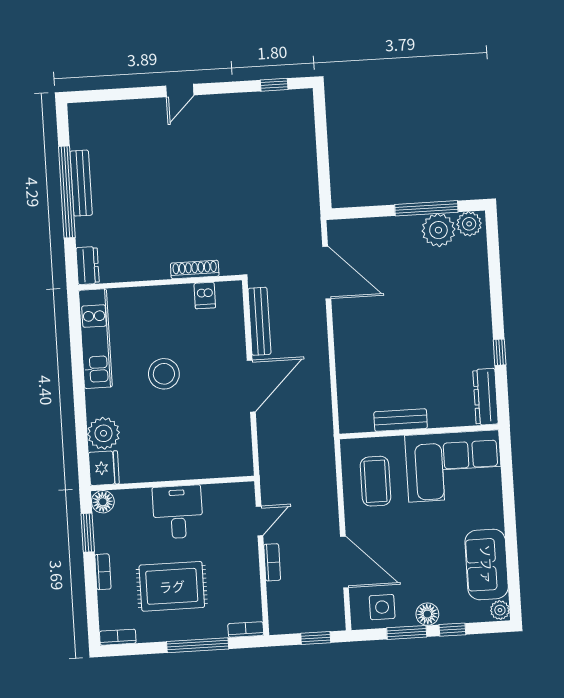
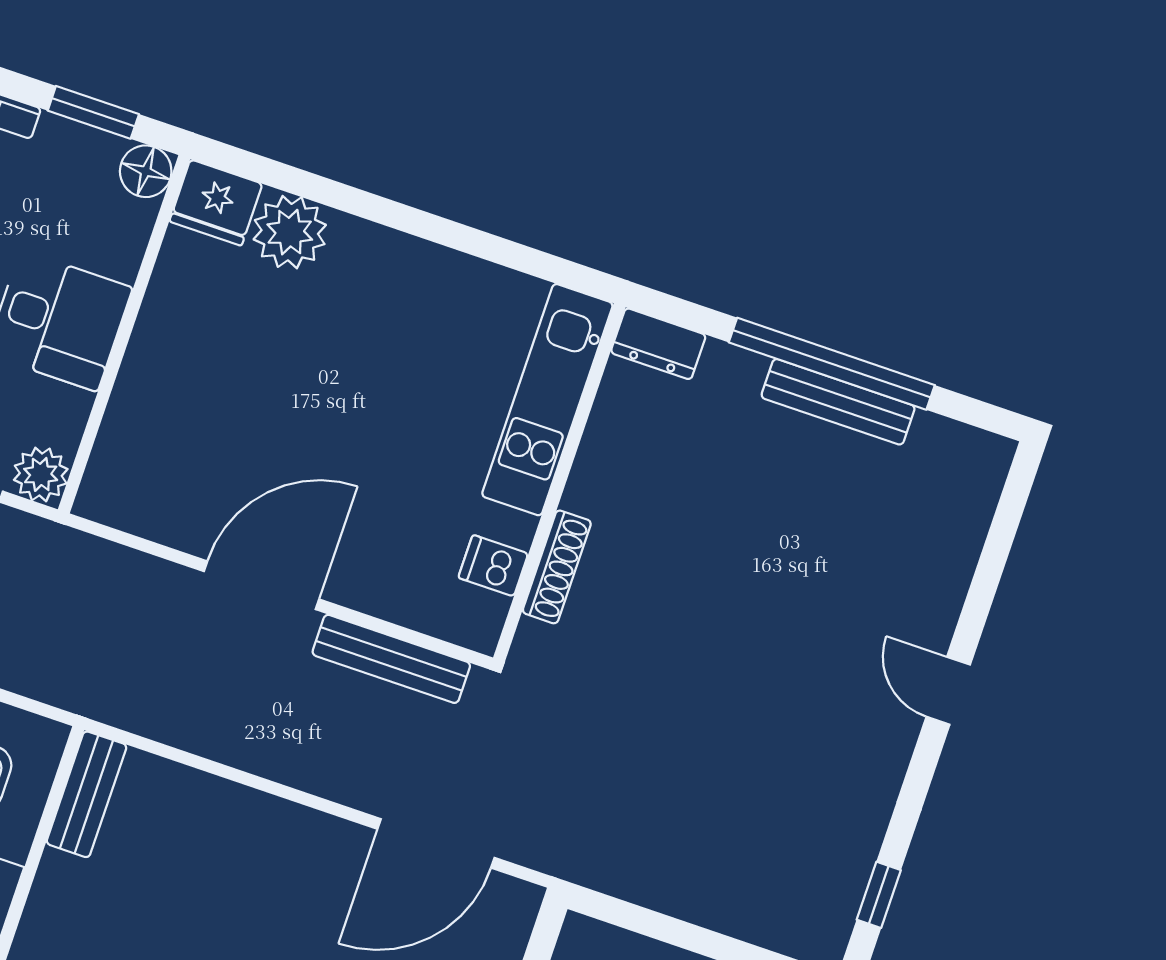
kitchen unit: (95, 339) -> (547, 400), moved, turned 90
stool: (164, 374) -> (363, 411), removed
door: (251, 386) -> (262, 585), swing flipped
bench: (401, 420) -> (87, 794), moved
plant: (243, 494) -> (41, 474), added

